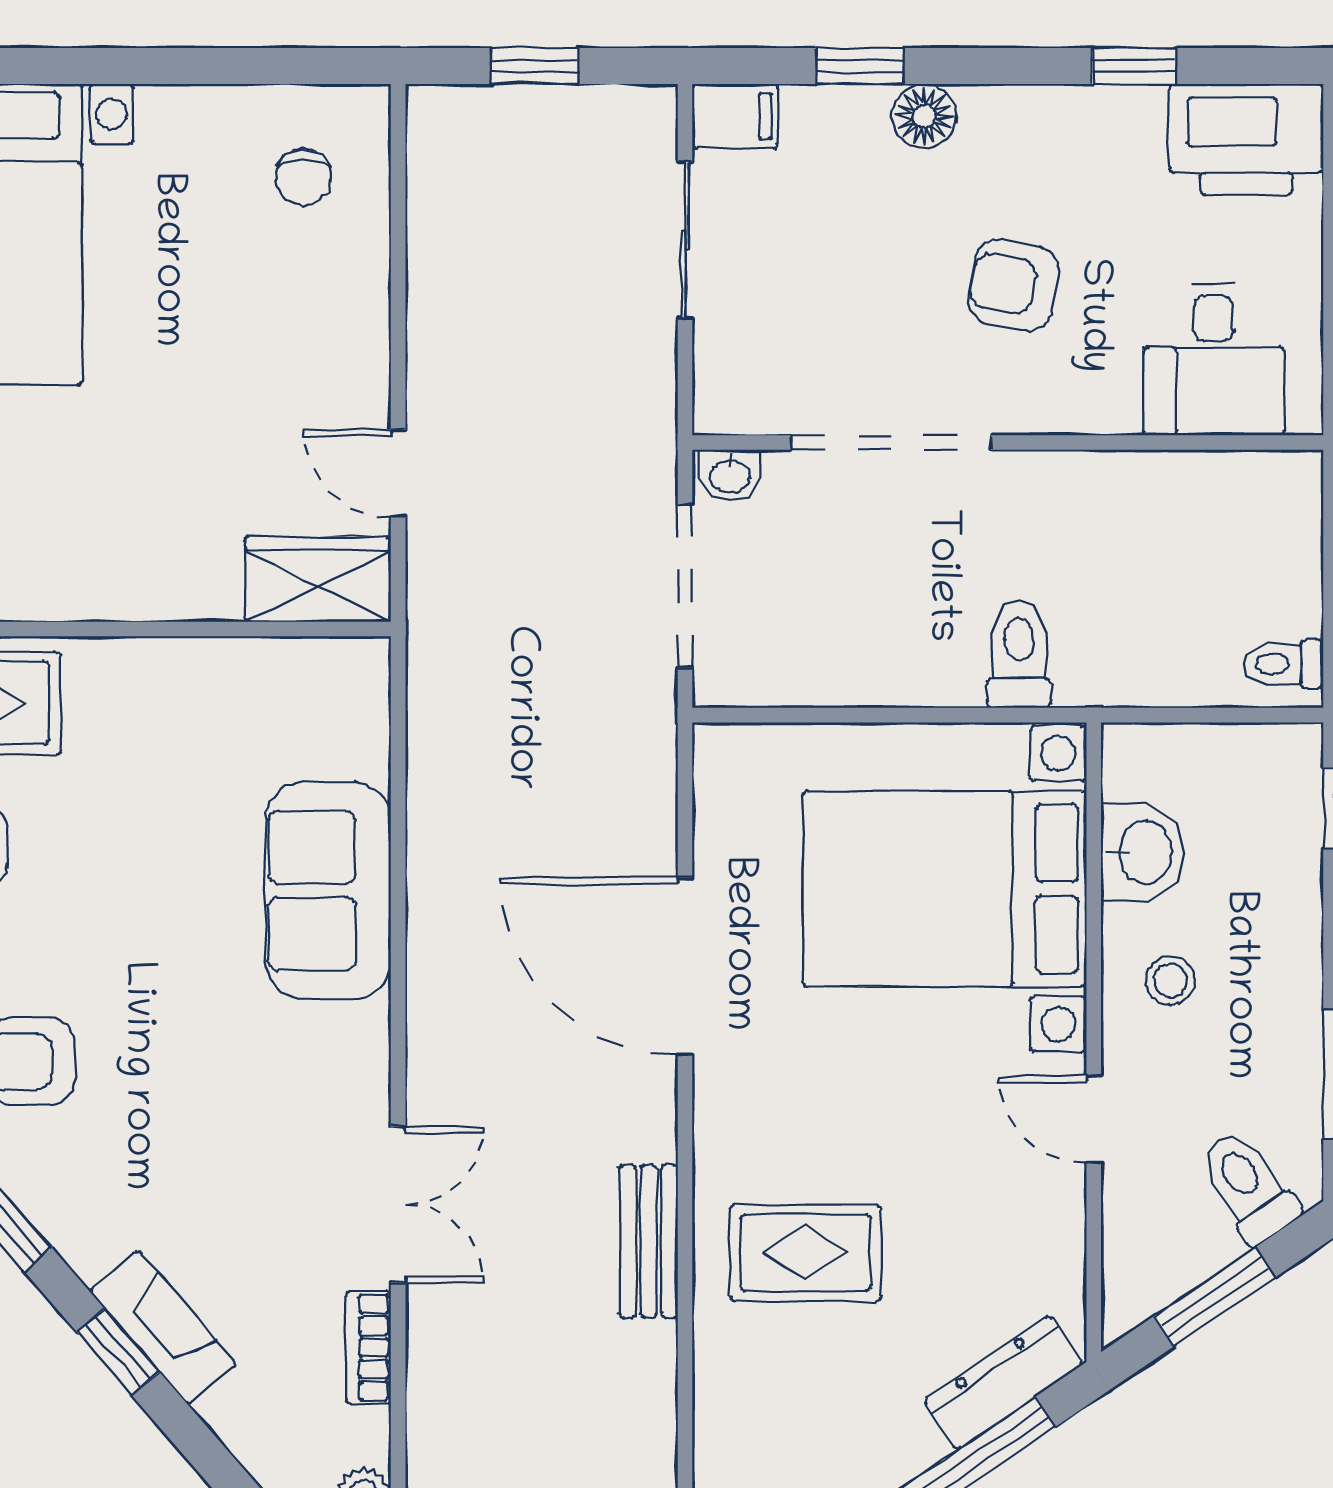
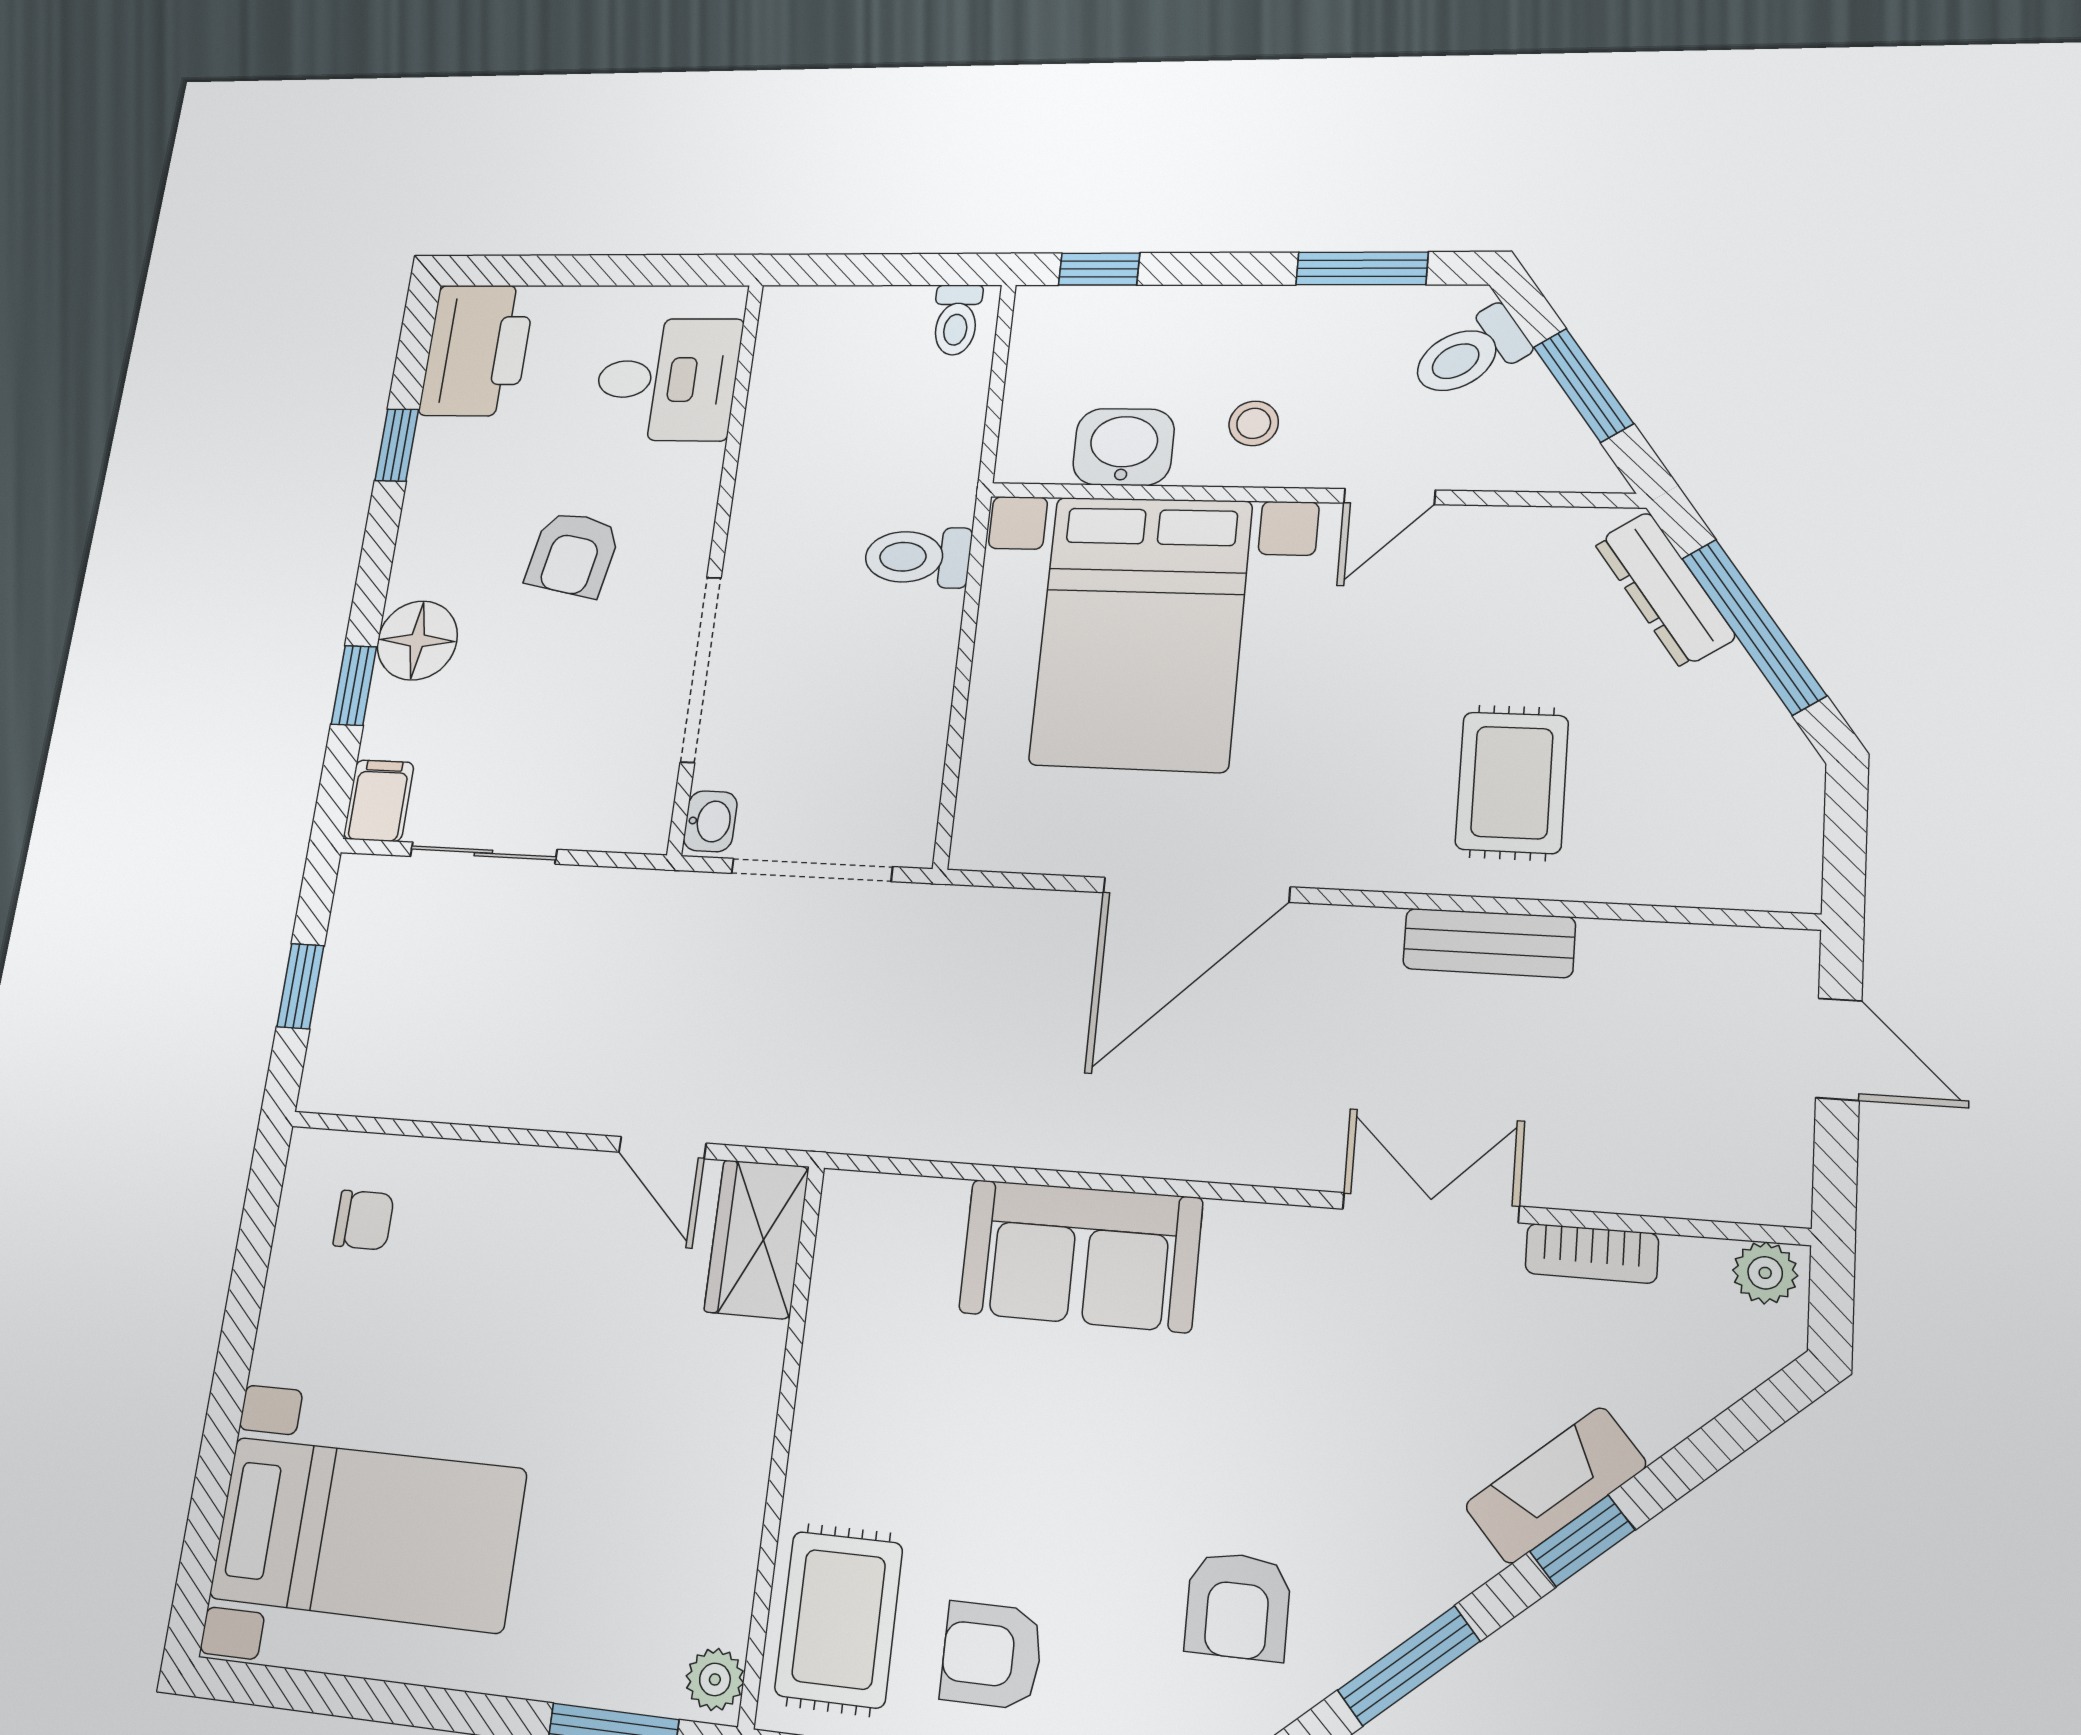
floor lamp: (924, 116) -> (417, 640), width x1.38, depth x1.38
door: (398, 473) -> (662, 1148), hinge flipped

